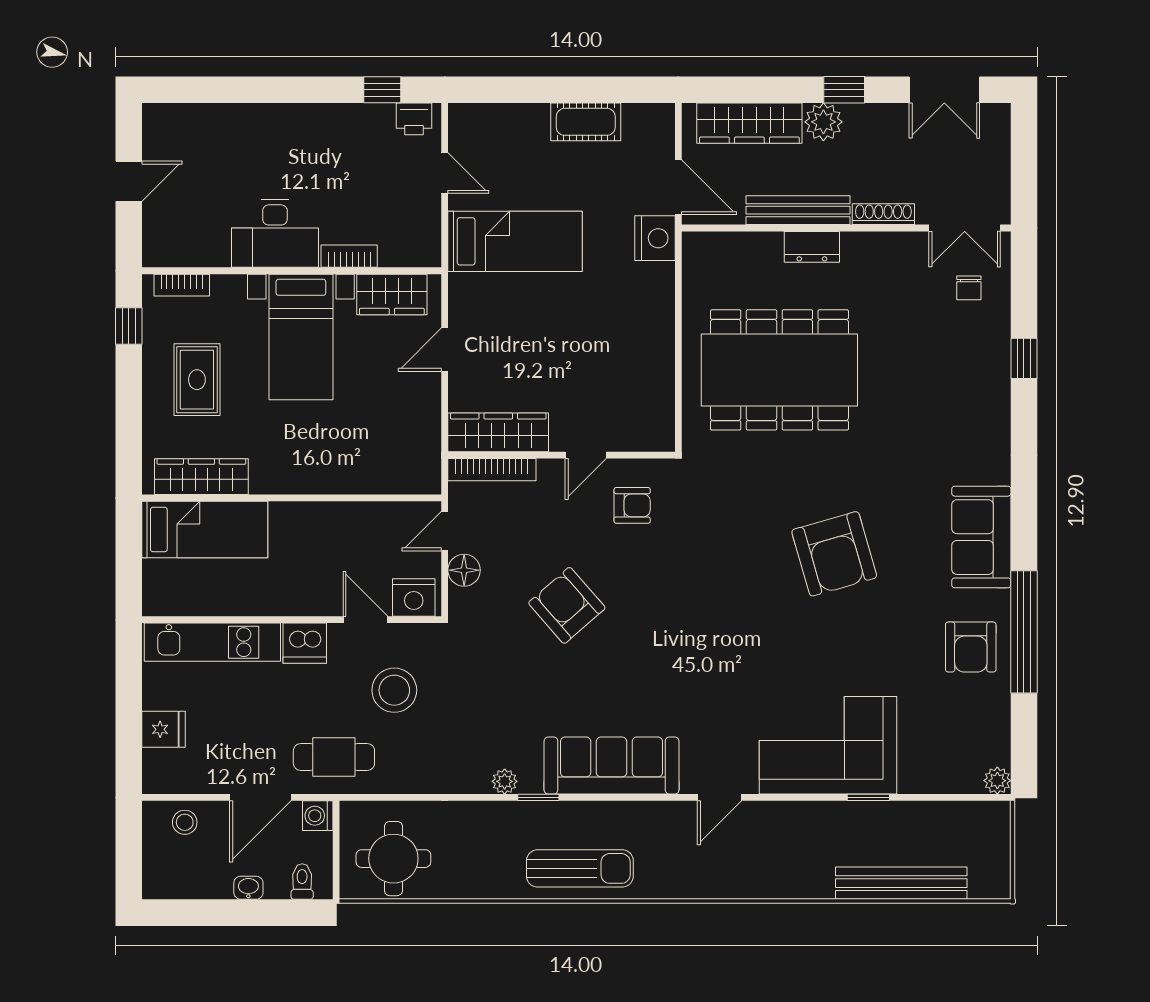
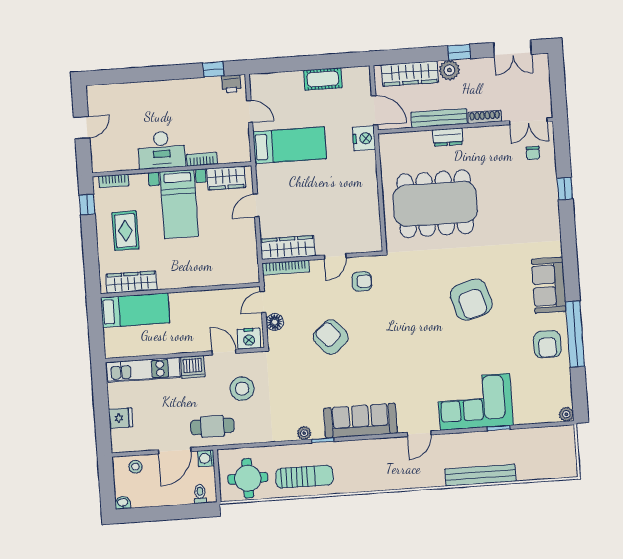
sun lounger: (580, 868) -> (304, 477), moved
bench: (901, 883) -> (480, 475), moved
washbasin: (248, 888) -> (123, 503), moved

